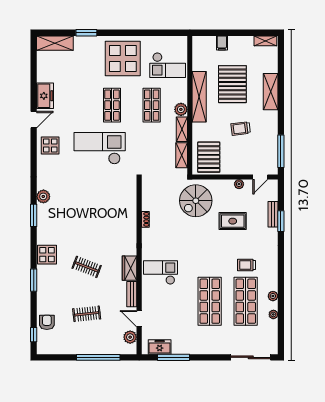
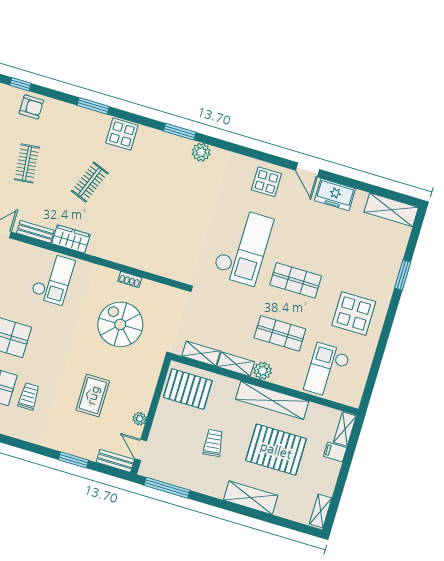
shelving: (204, 41) -> (345, 429), added
shelving: (55, 43) -> (391, 210), moved, turned 90
display table: (123, 58) -> (354, 313), width x0.73, depth x0.73
spiral stairs: (196, 201) -> (120, 324), moved
bench: (273, 214) -> (115, 461), moved

